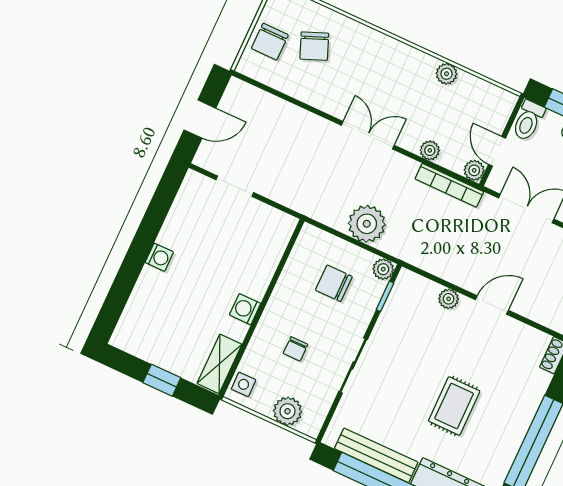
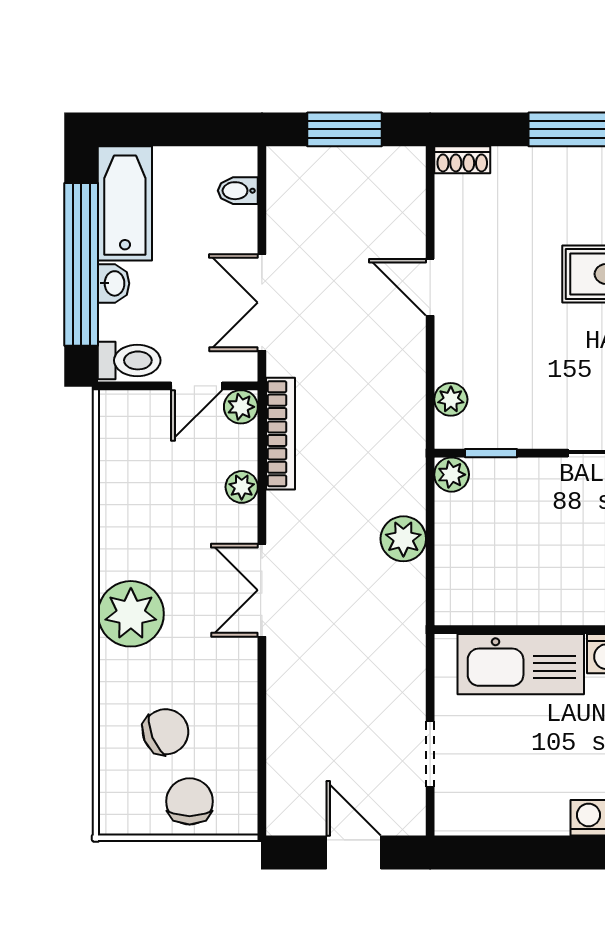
chair: (270, 42) -> (190, 801), turned -90
plant: (447, 74) -> (131, 614), moved, width x1.87, depth x1.87
plant: (367, 224) -> (403, 539), width x0.73, depth x0.73
kitchen sink: (261, 259) -> (521, 664), added
chair: (334, 283) -> (507, 539), removed
plant: (449, 299) -> (451, 399), moved

